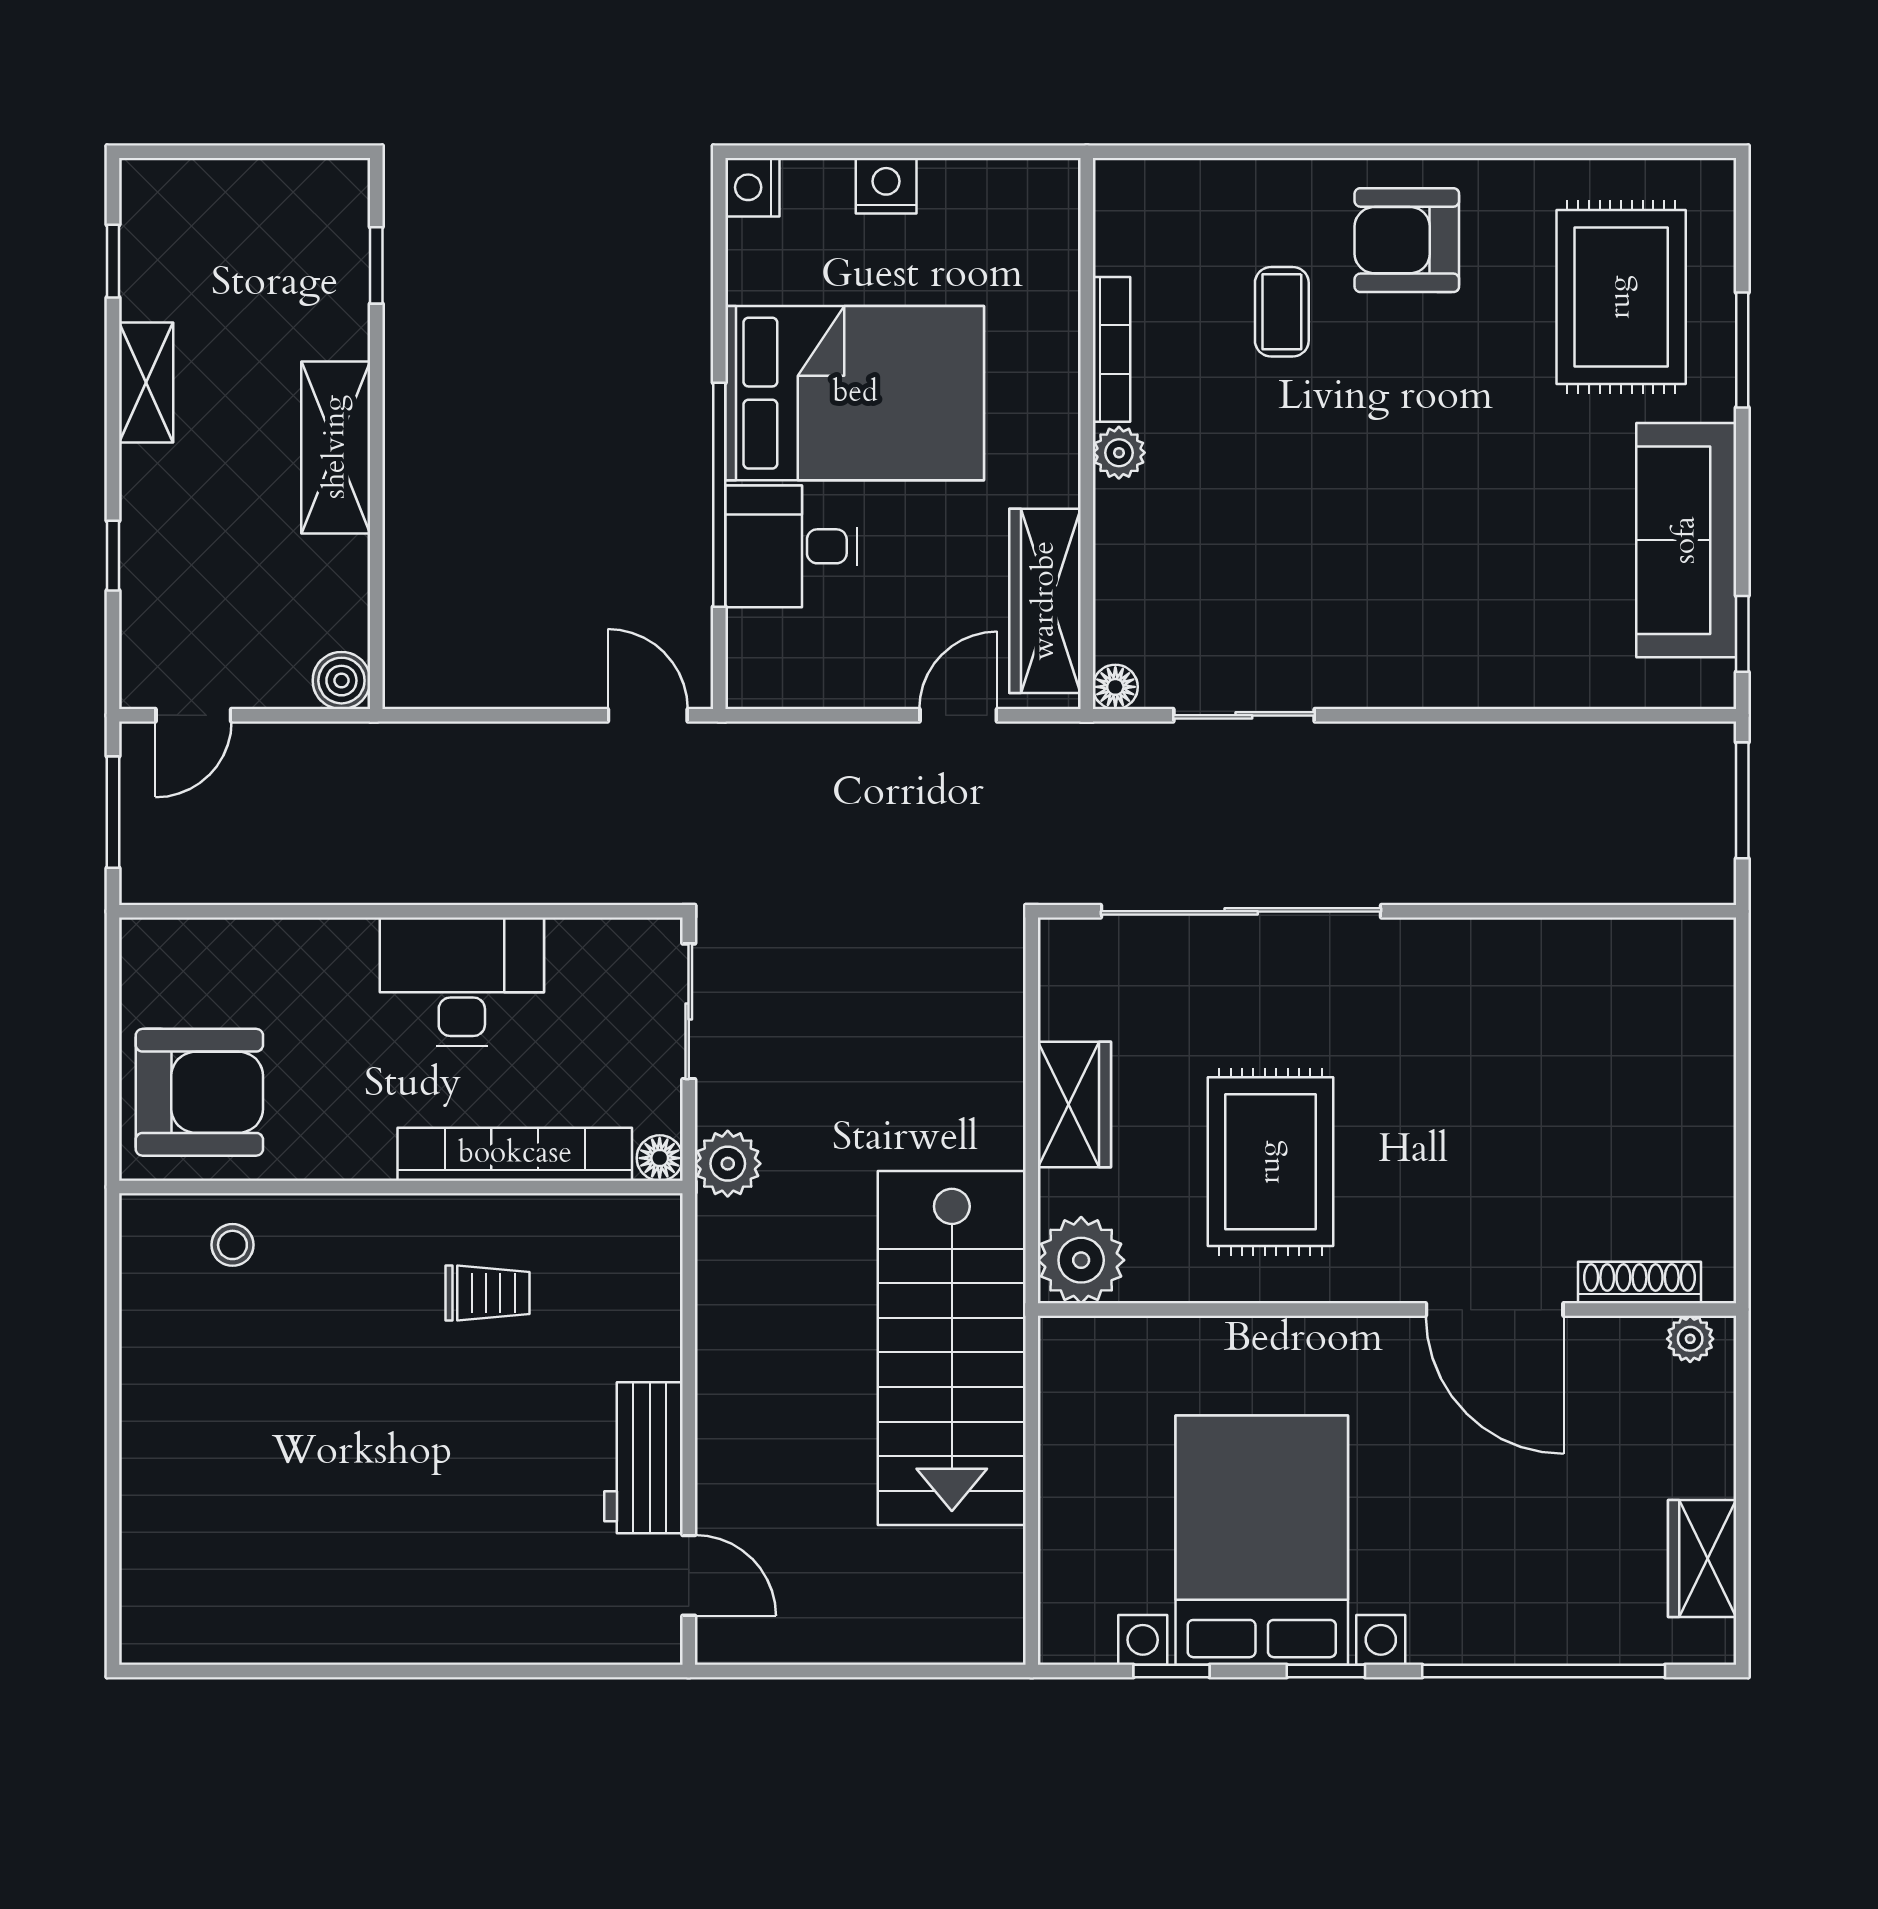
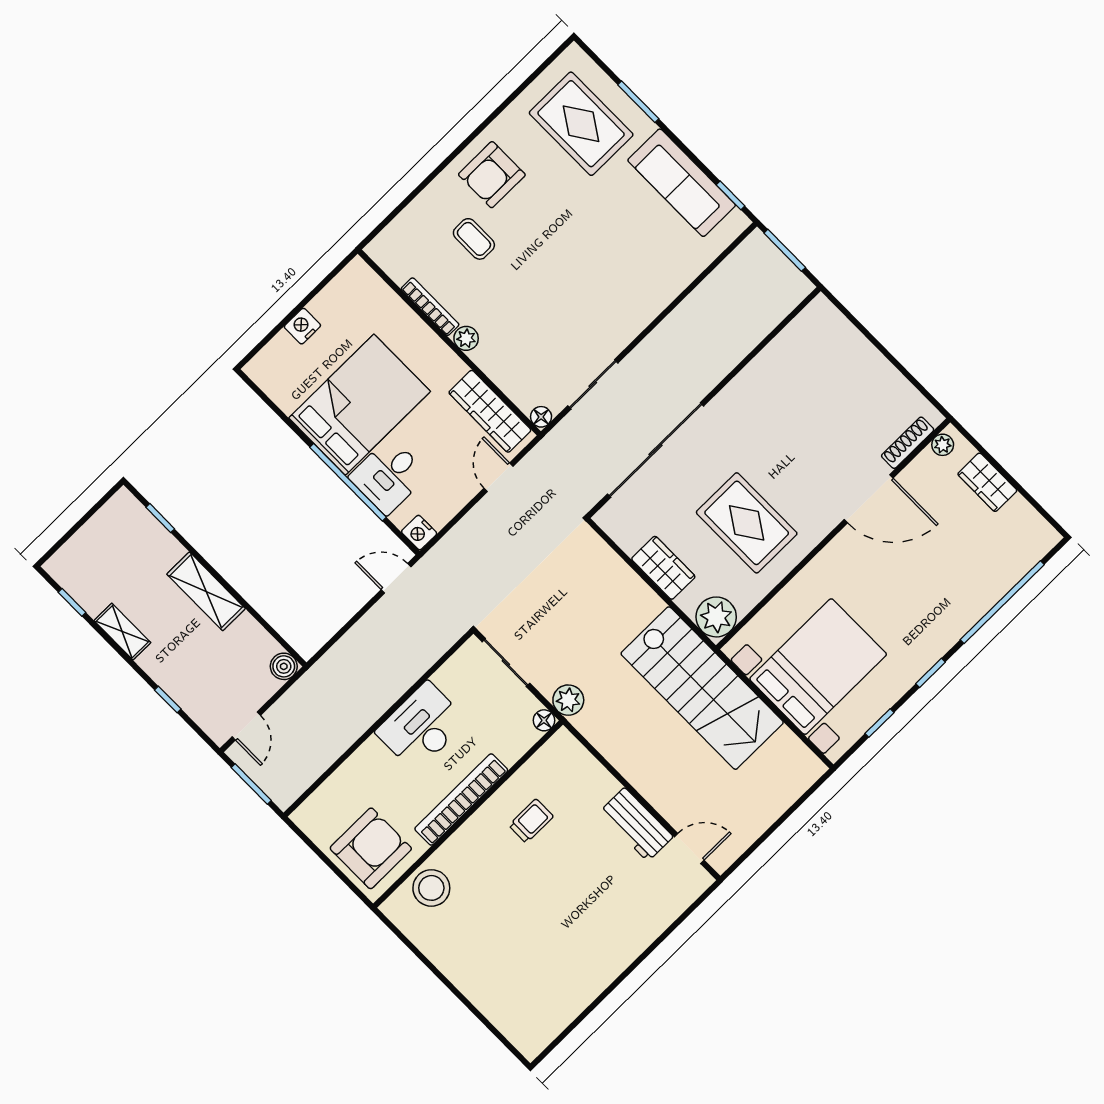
nightstand: (752, 187) -> (419, 533), moved
bookcase: (515, 1154) -> (461, 800), moved
stool: (232, 1245) -> (431, 888), width x1.89, depth x1.89
bed with nightstands: (1262, 1540) -> (818, 667), moved, turned 90
wardrobe: (1702, 1558) -> (987, 482), moved

